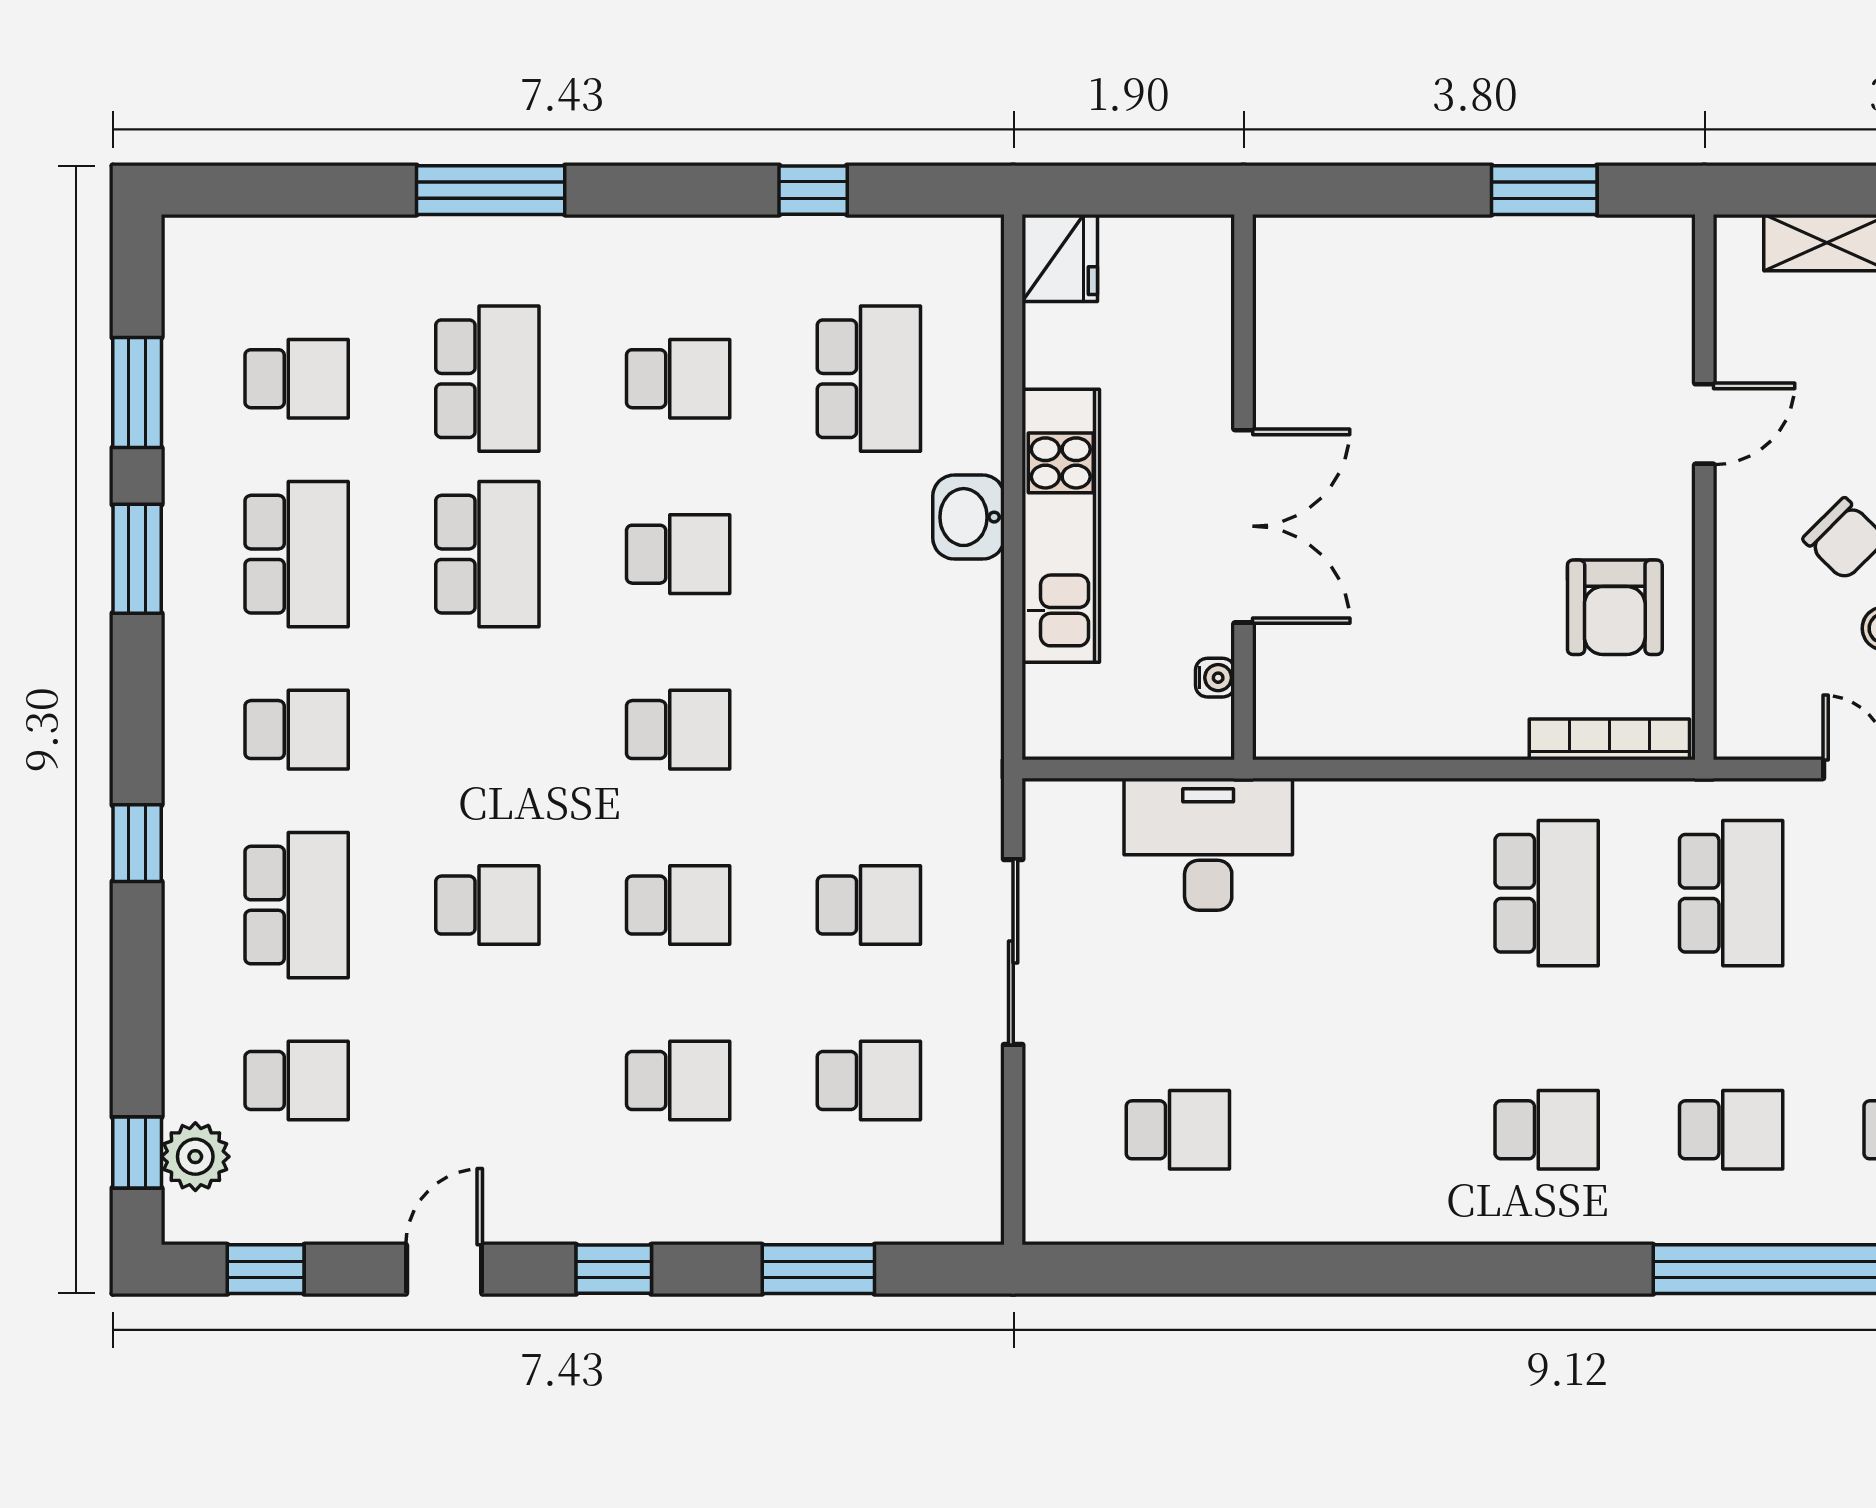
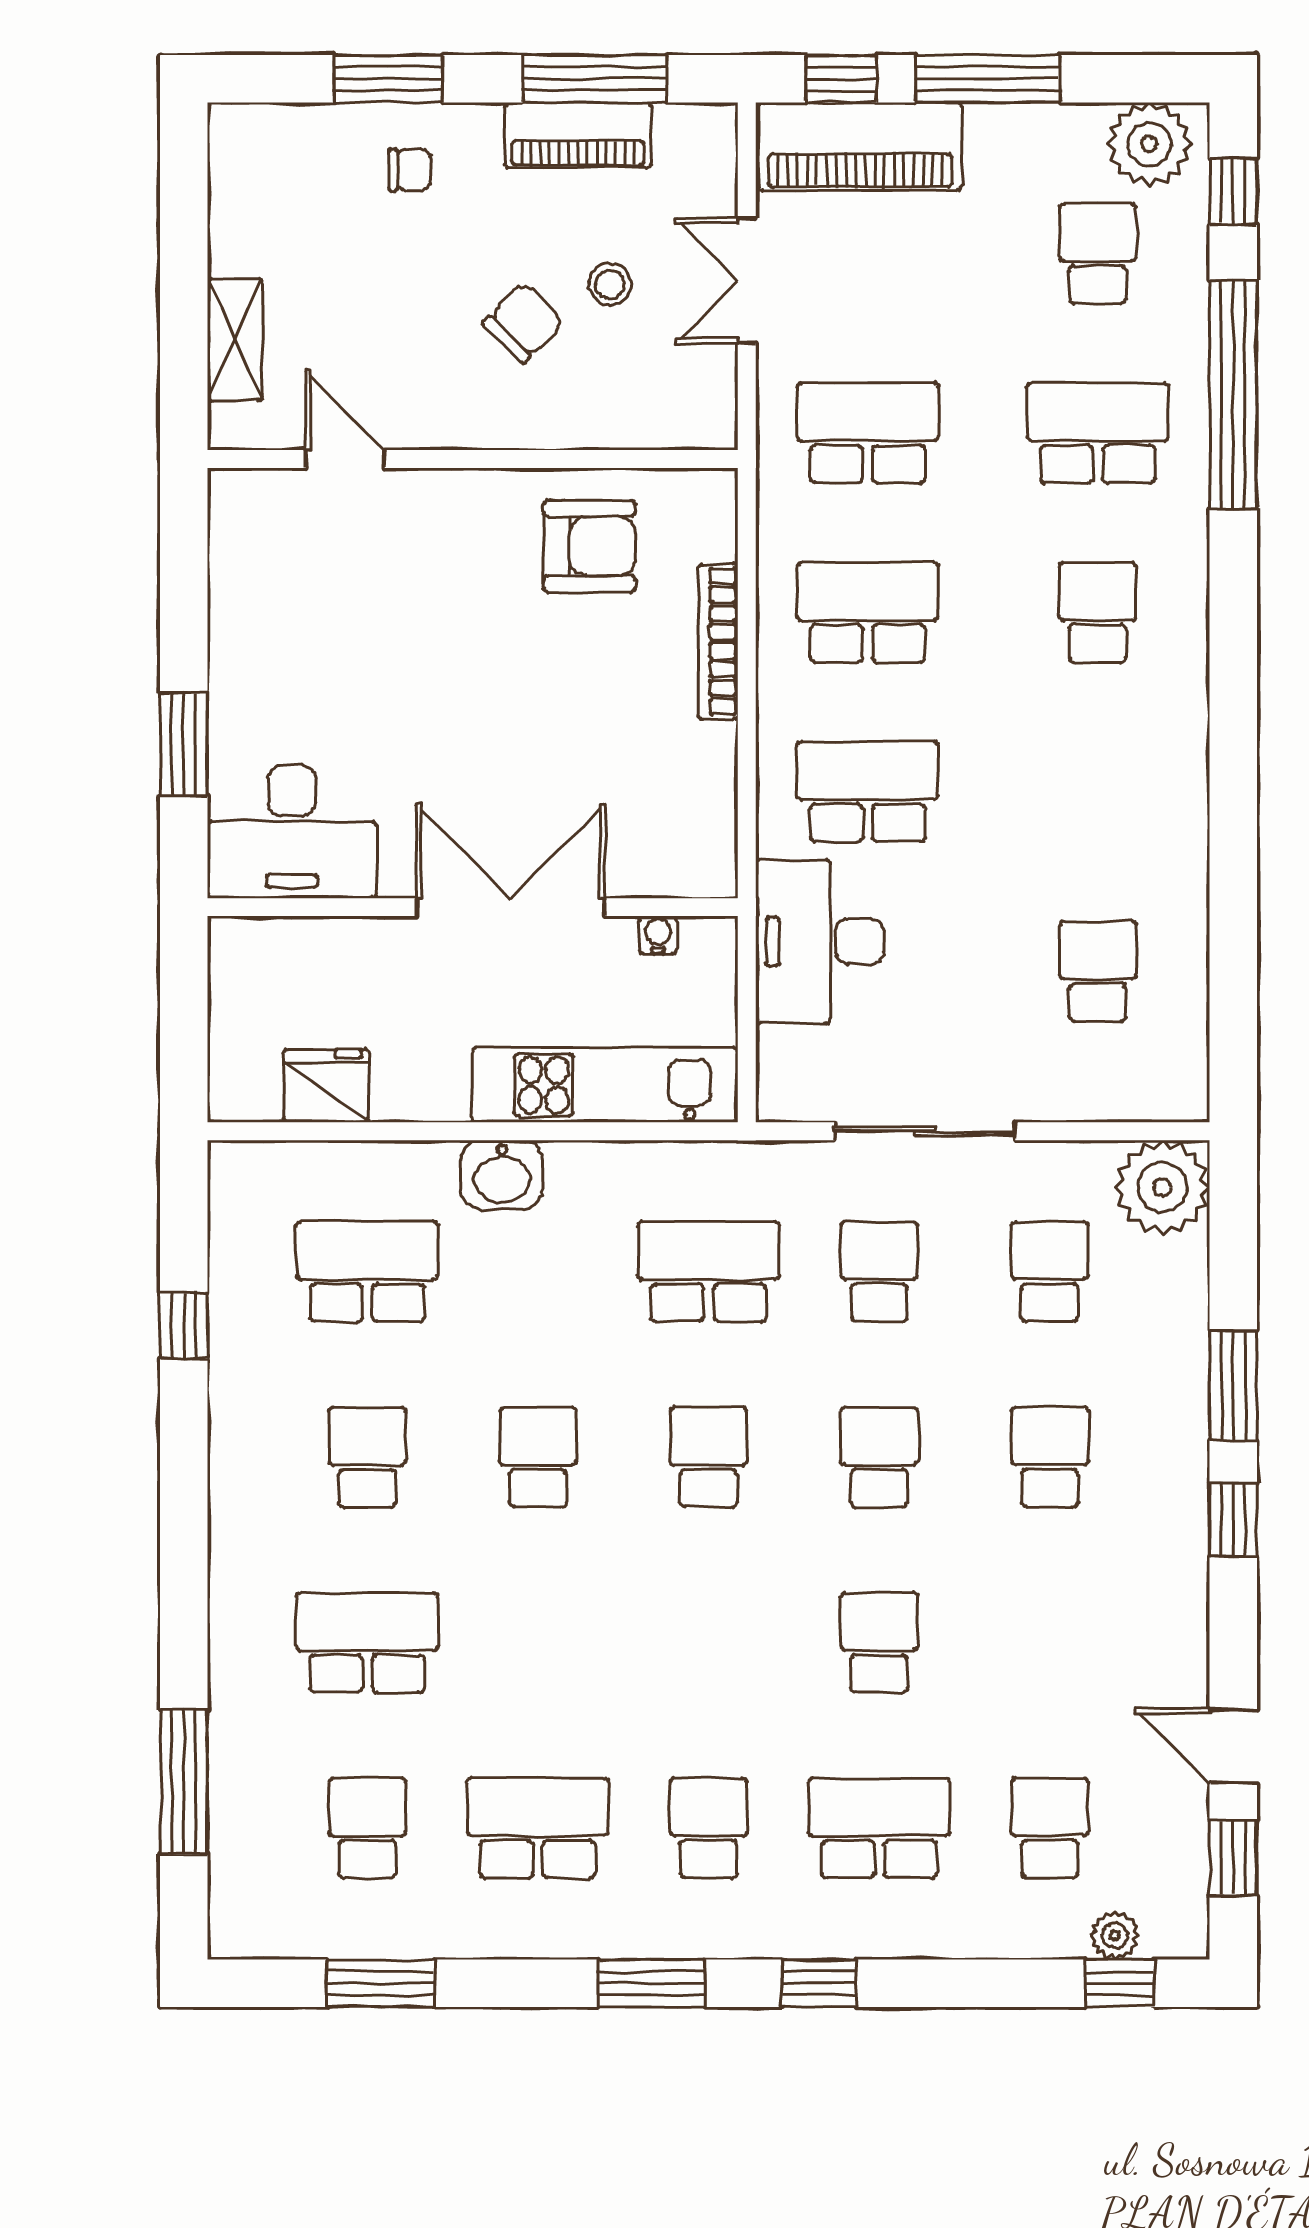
window: (491, 190) -> (184, 1782), moved
window: (1544, 190) -> (184, 745), moved
fridge: (1060, 258) -> (326, 1086), moved
desk: (1321, 301) -> (292, 832), added
door: (1704, 424) -> (345, 459), moved
kitchen unit: (1061, 526) -> (605, 1085), moved
school desk: (487, 554) -> (709, 1272), moved
window: (137, 559) -> (651, 1983), moved
bookcase: (1609, 739) -> (718, 641), moved
school desk: (1362, 893) -> (868, 792), added
school desk: (1731, 1130) -> (1098, 433), width x1.85
plant: (195, 1157) -> (1115, 1936), width x0.73, depth x0.73
plant: (955, 1196) -> (1162, 1187), added
door: (444, 1269) -> (1233, 1746), moved
window: (818, 1269) -> (1233, 1385), moved

